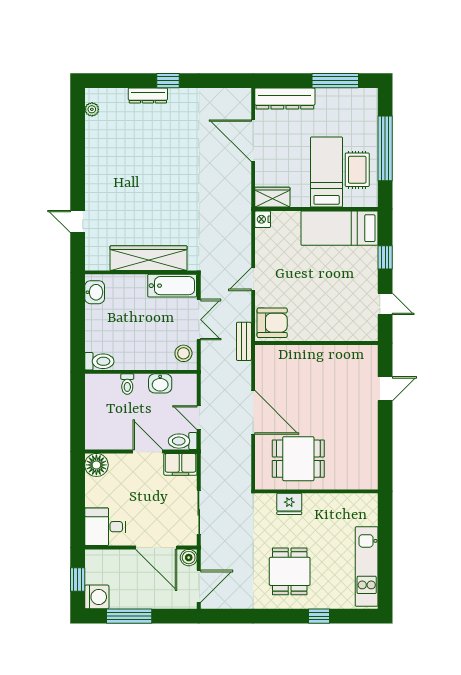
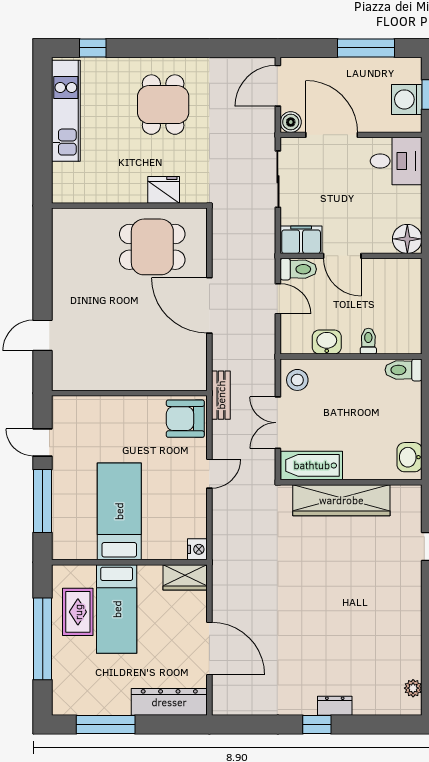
dresser: (148, 95) -> (335, 706), width x0.70
bed: (339, 228) -> (119, 511), moved, turned -90
window: (385, 257) -> (43, 501), width x2.17
washing machine: (97, 597) -> (407, 99), moved
window: (319, 616) -> (93, 48), moved

